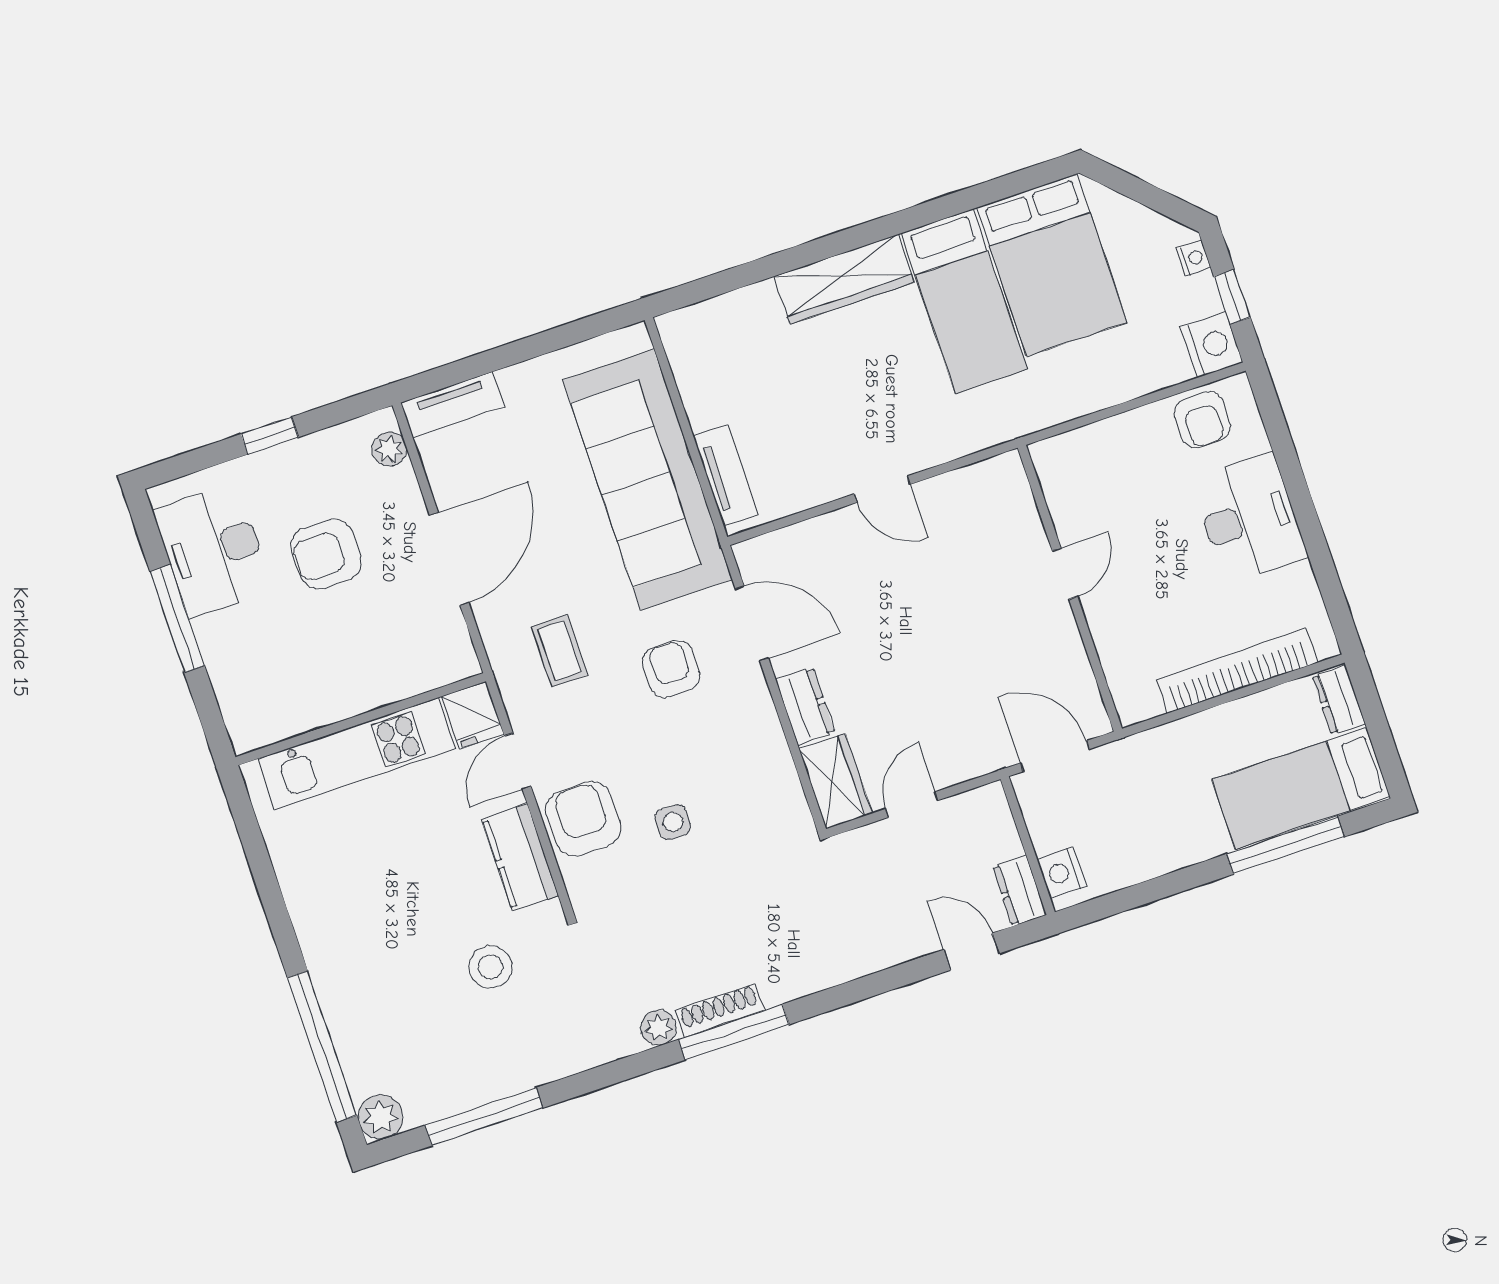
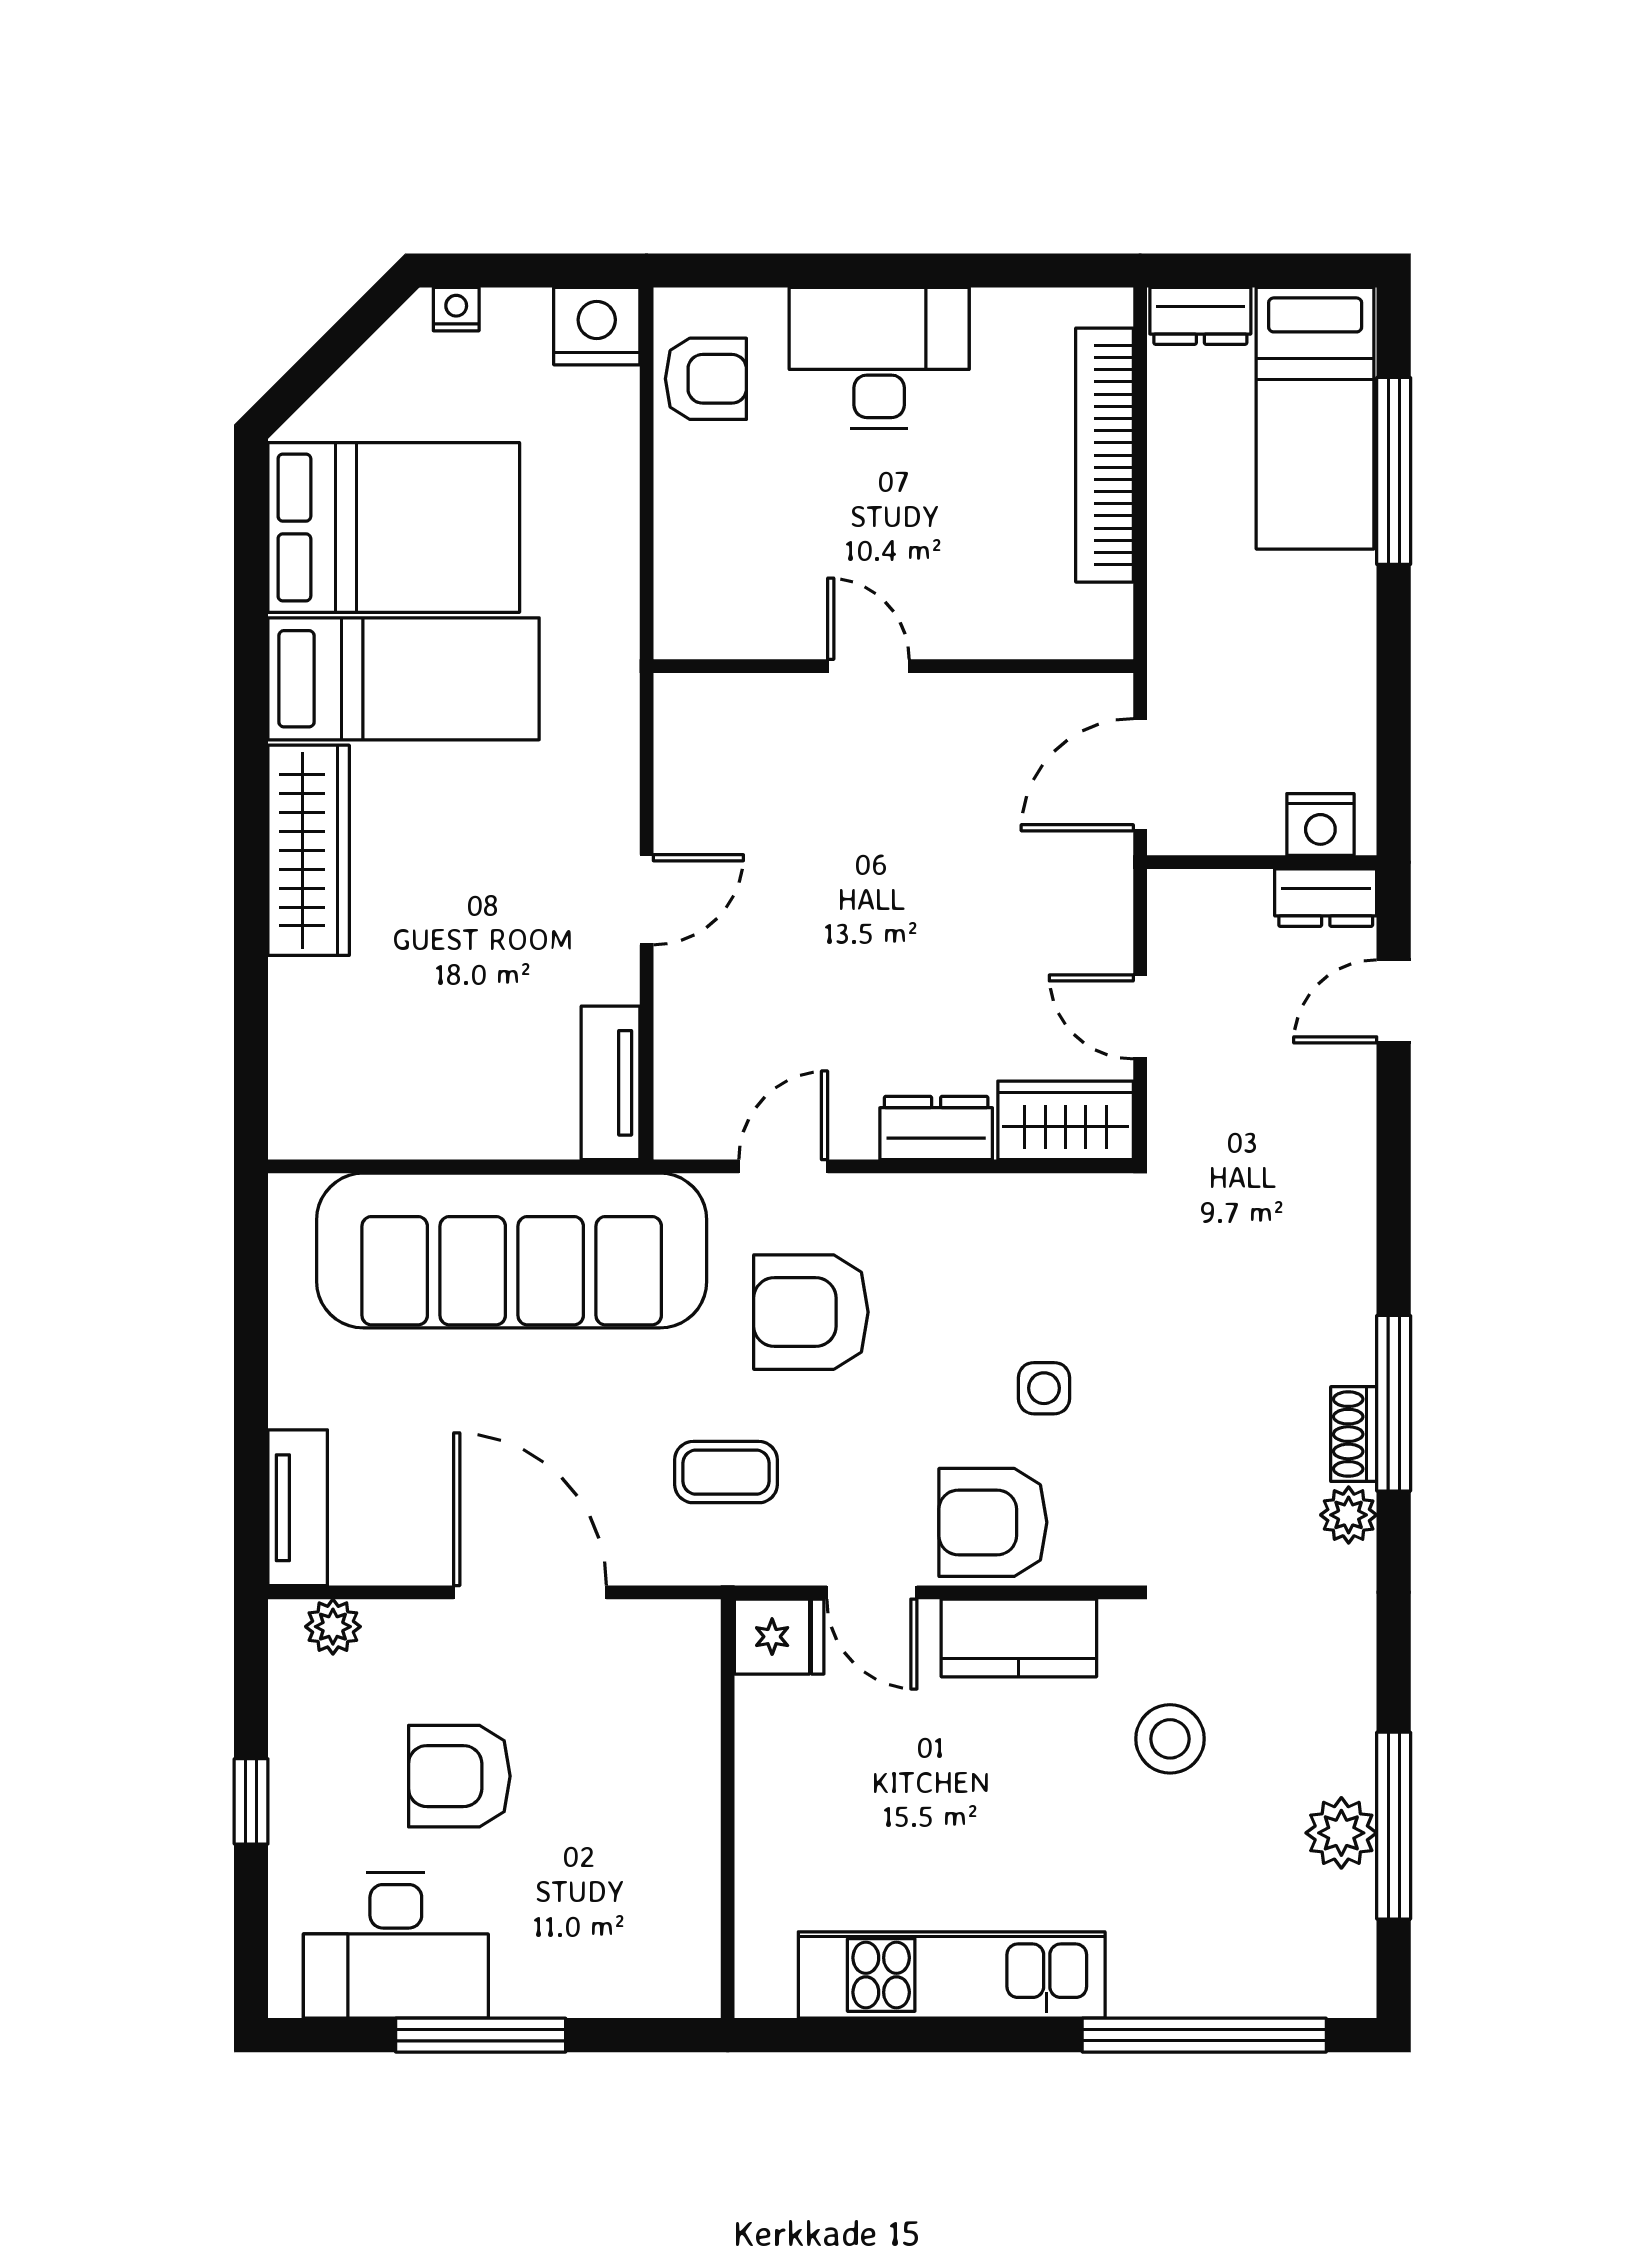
window: (1232, 297) -> (534, 271), removed
tv unit: (726, 475) -> (611, 1083), moved, turned -90
armchair: (326, 554) -> (459, 1776), turned 90
door: (752, 623) -> (783, 1166), width x0.73
armchair: (671, 669) -> (811, 1312), width x1.38, depth x1.38
kitchen unit: (356, 754) -> (952, 1975), moved, turned -90
shoe rack: (720, 1010) -> (1354, 1434), width x0.70
plant: (381, 1117) -> (1341, 1833), moved

